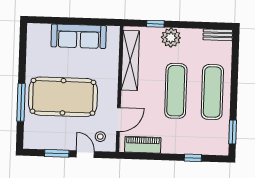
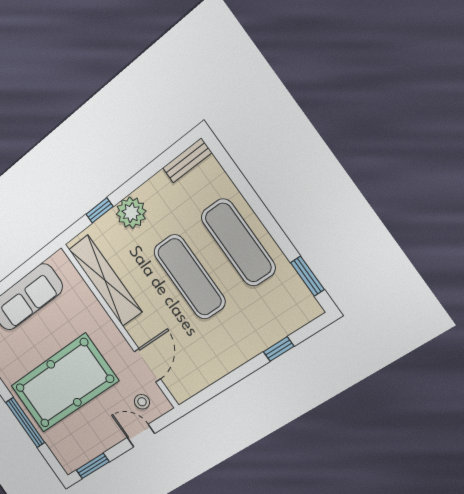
piano: (143, 145) -> (201, 376), removed
window: (57, 153) -> (93, 466), moved

